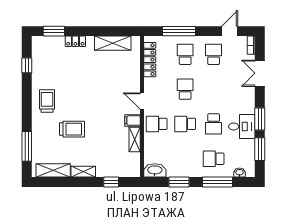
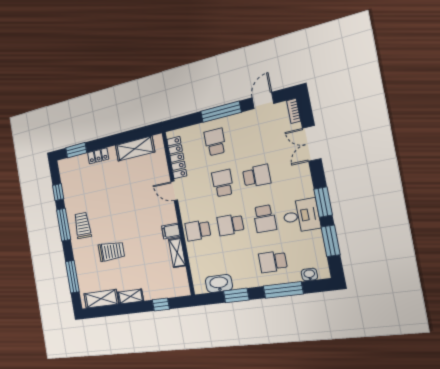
window: (179, 31) -> (221, 112), moved
school desk: (214, 54) -> (257, 176), moved, turned 90
window: (27, 97) -> (64, 225), added
door: (142, 101) -> (174, 191), moved
washbasin: (155, 170) -> (219, 283), moved

